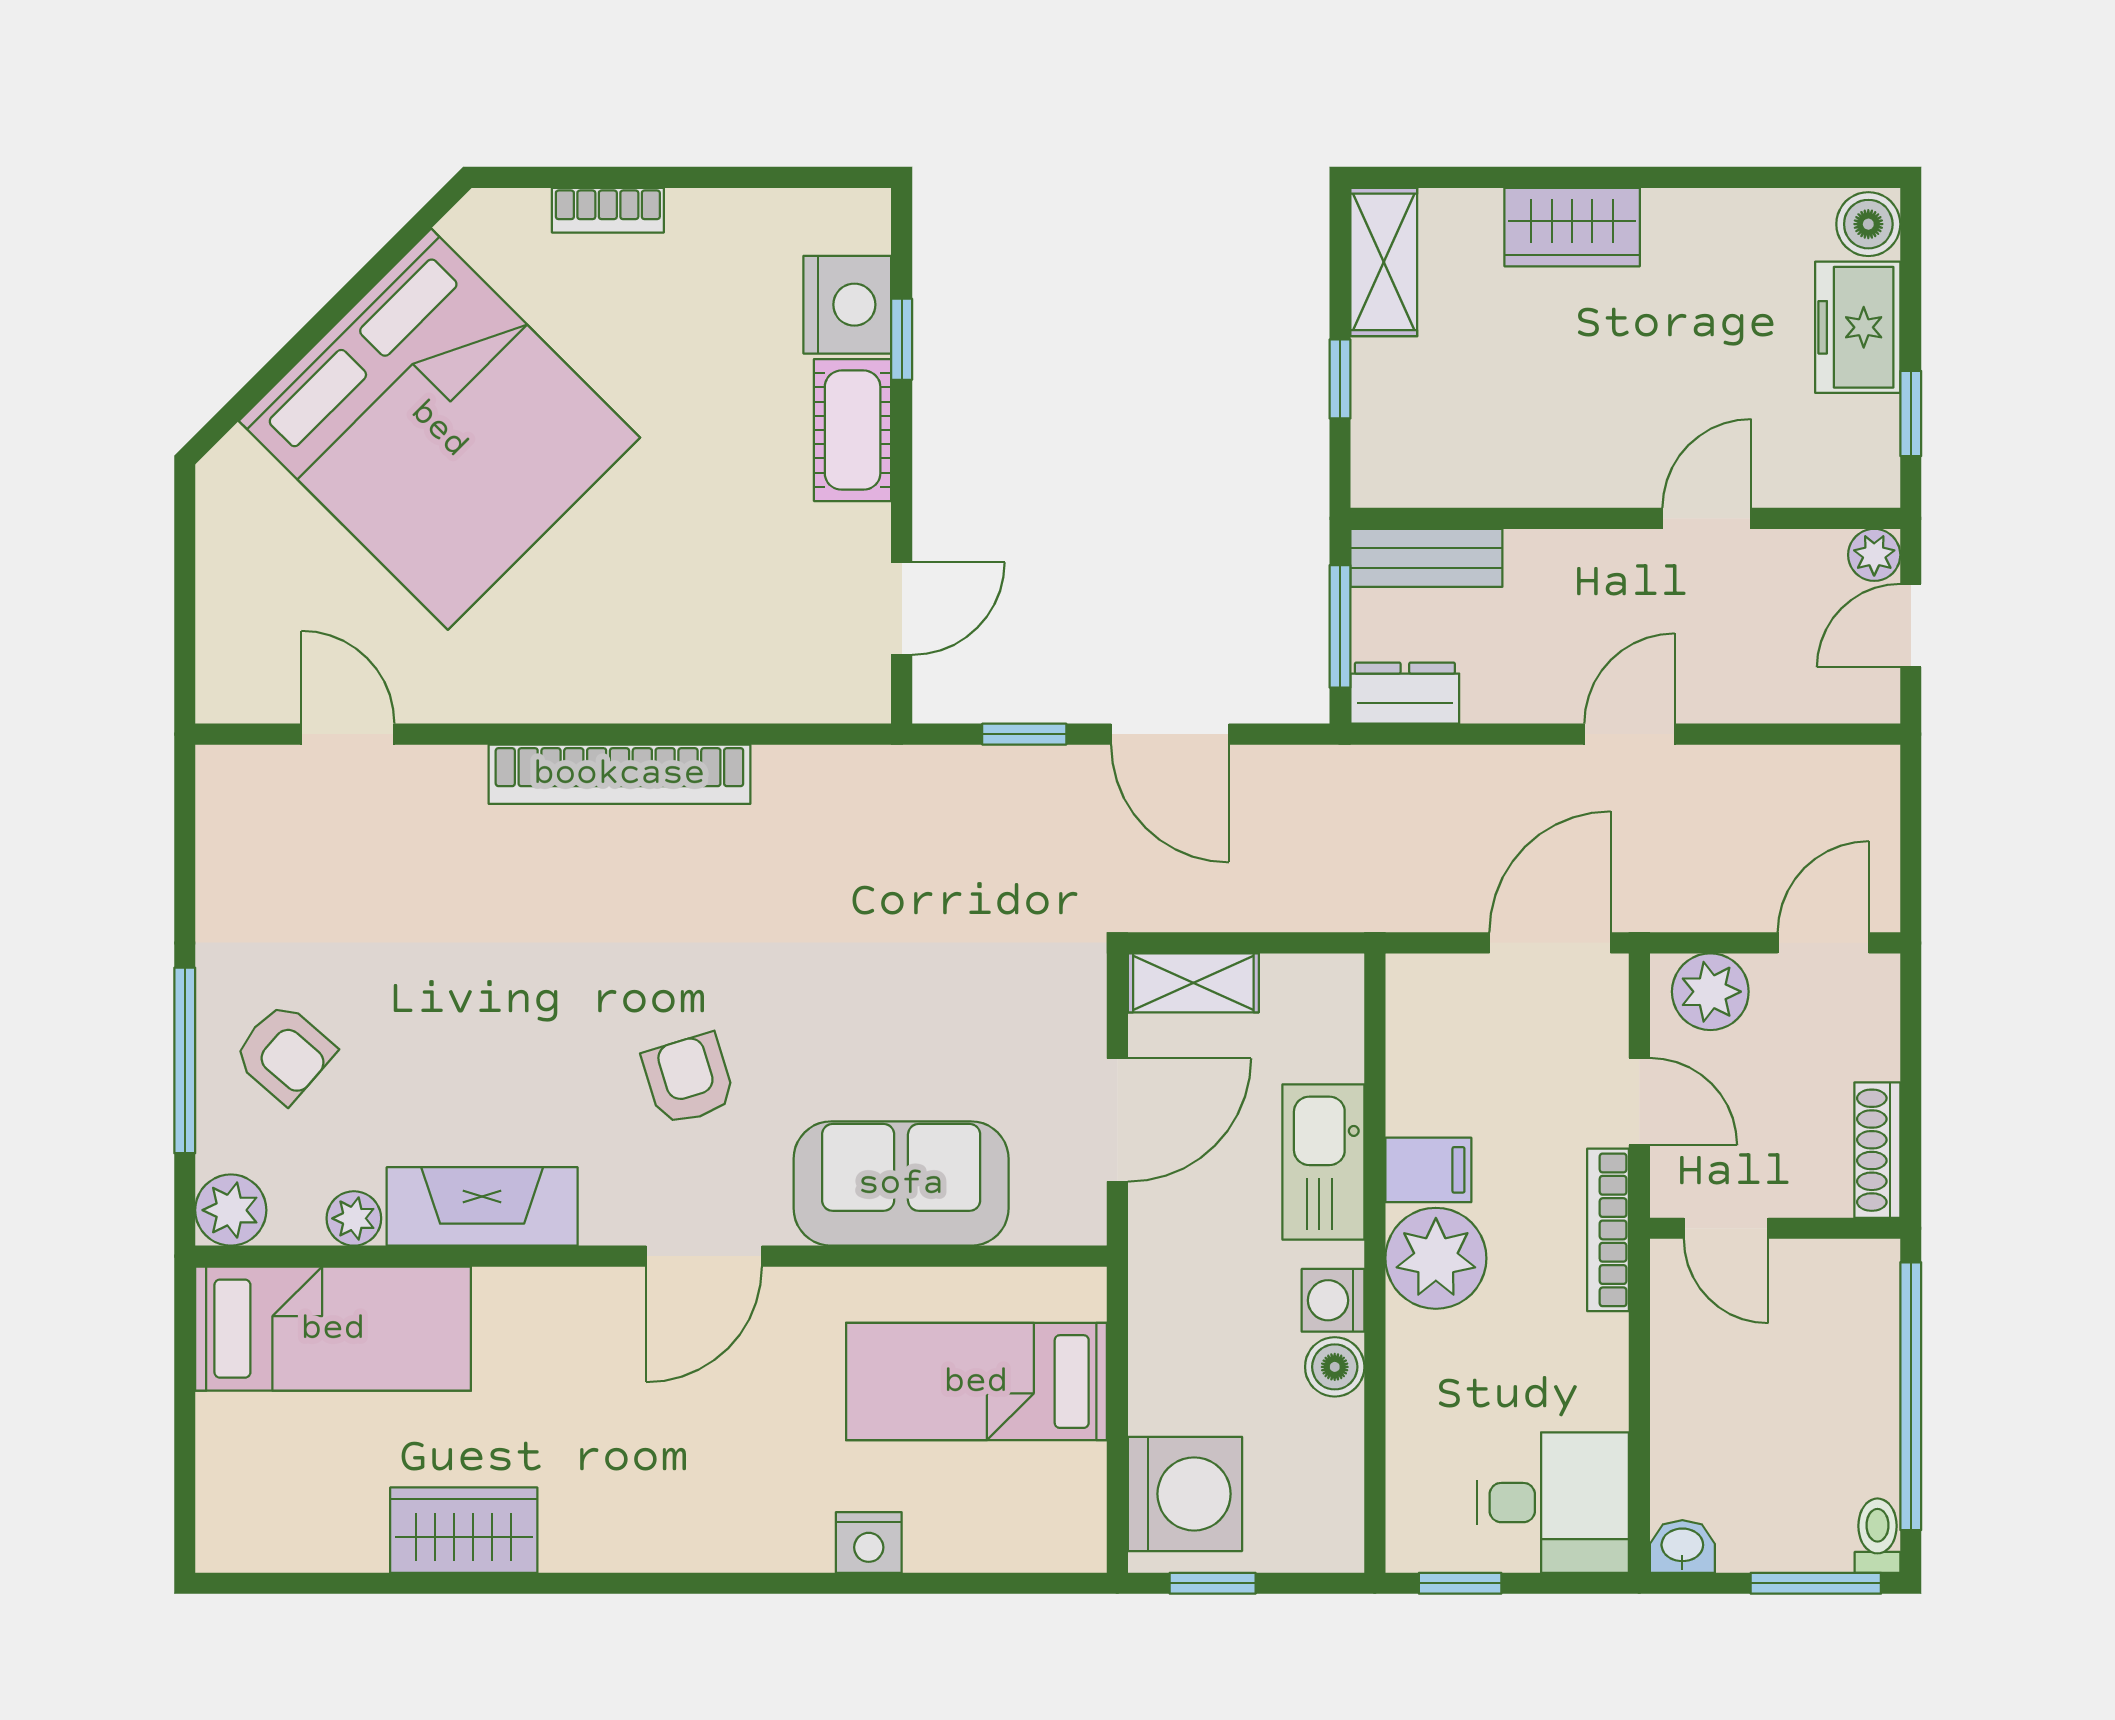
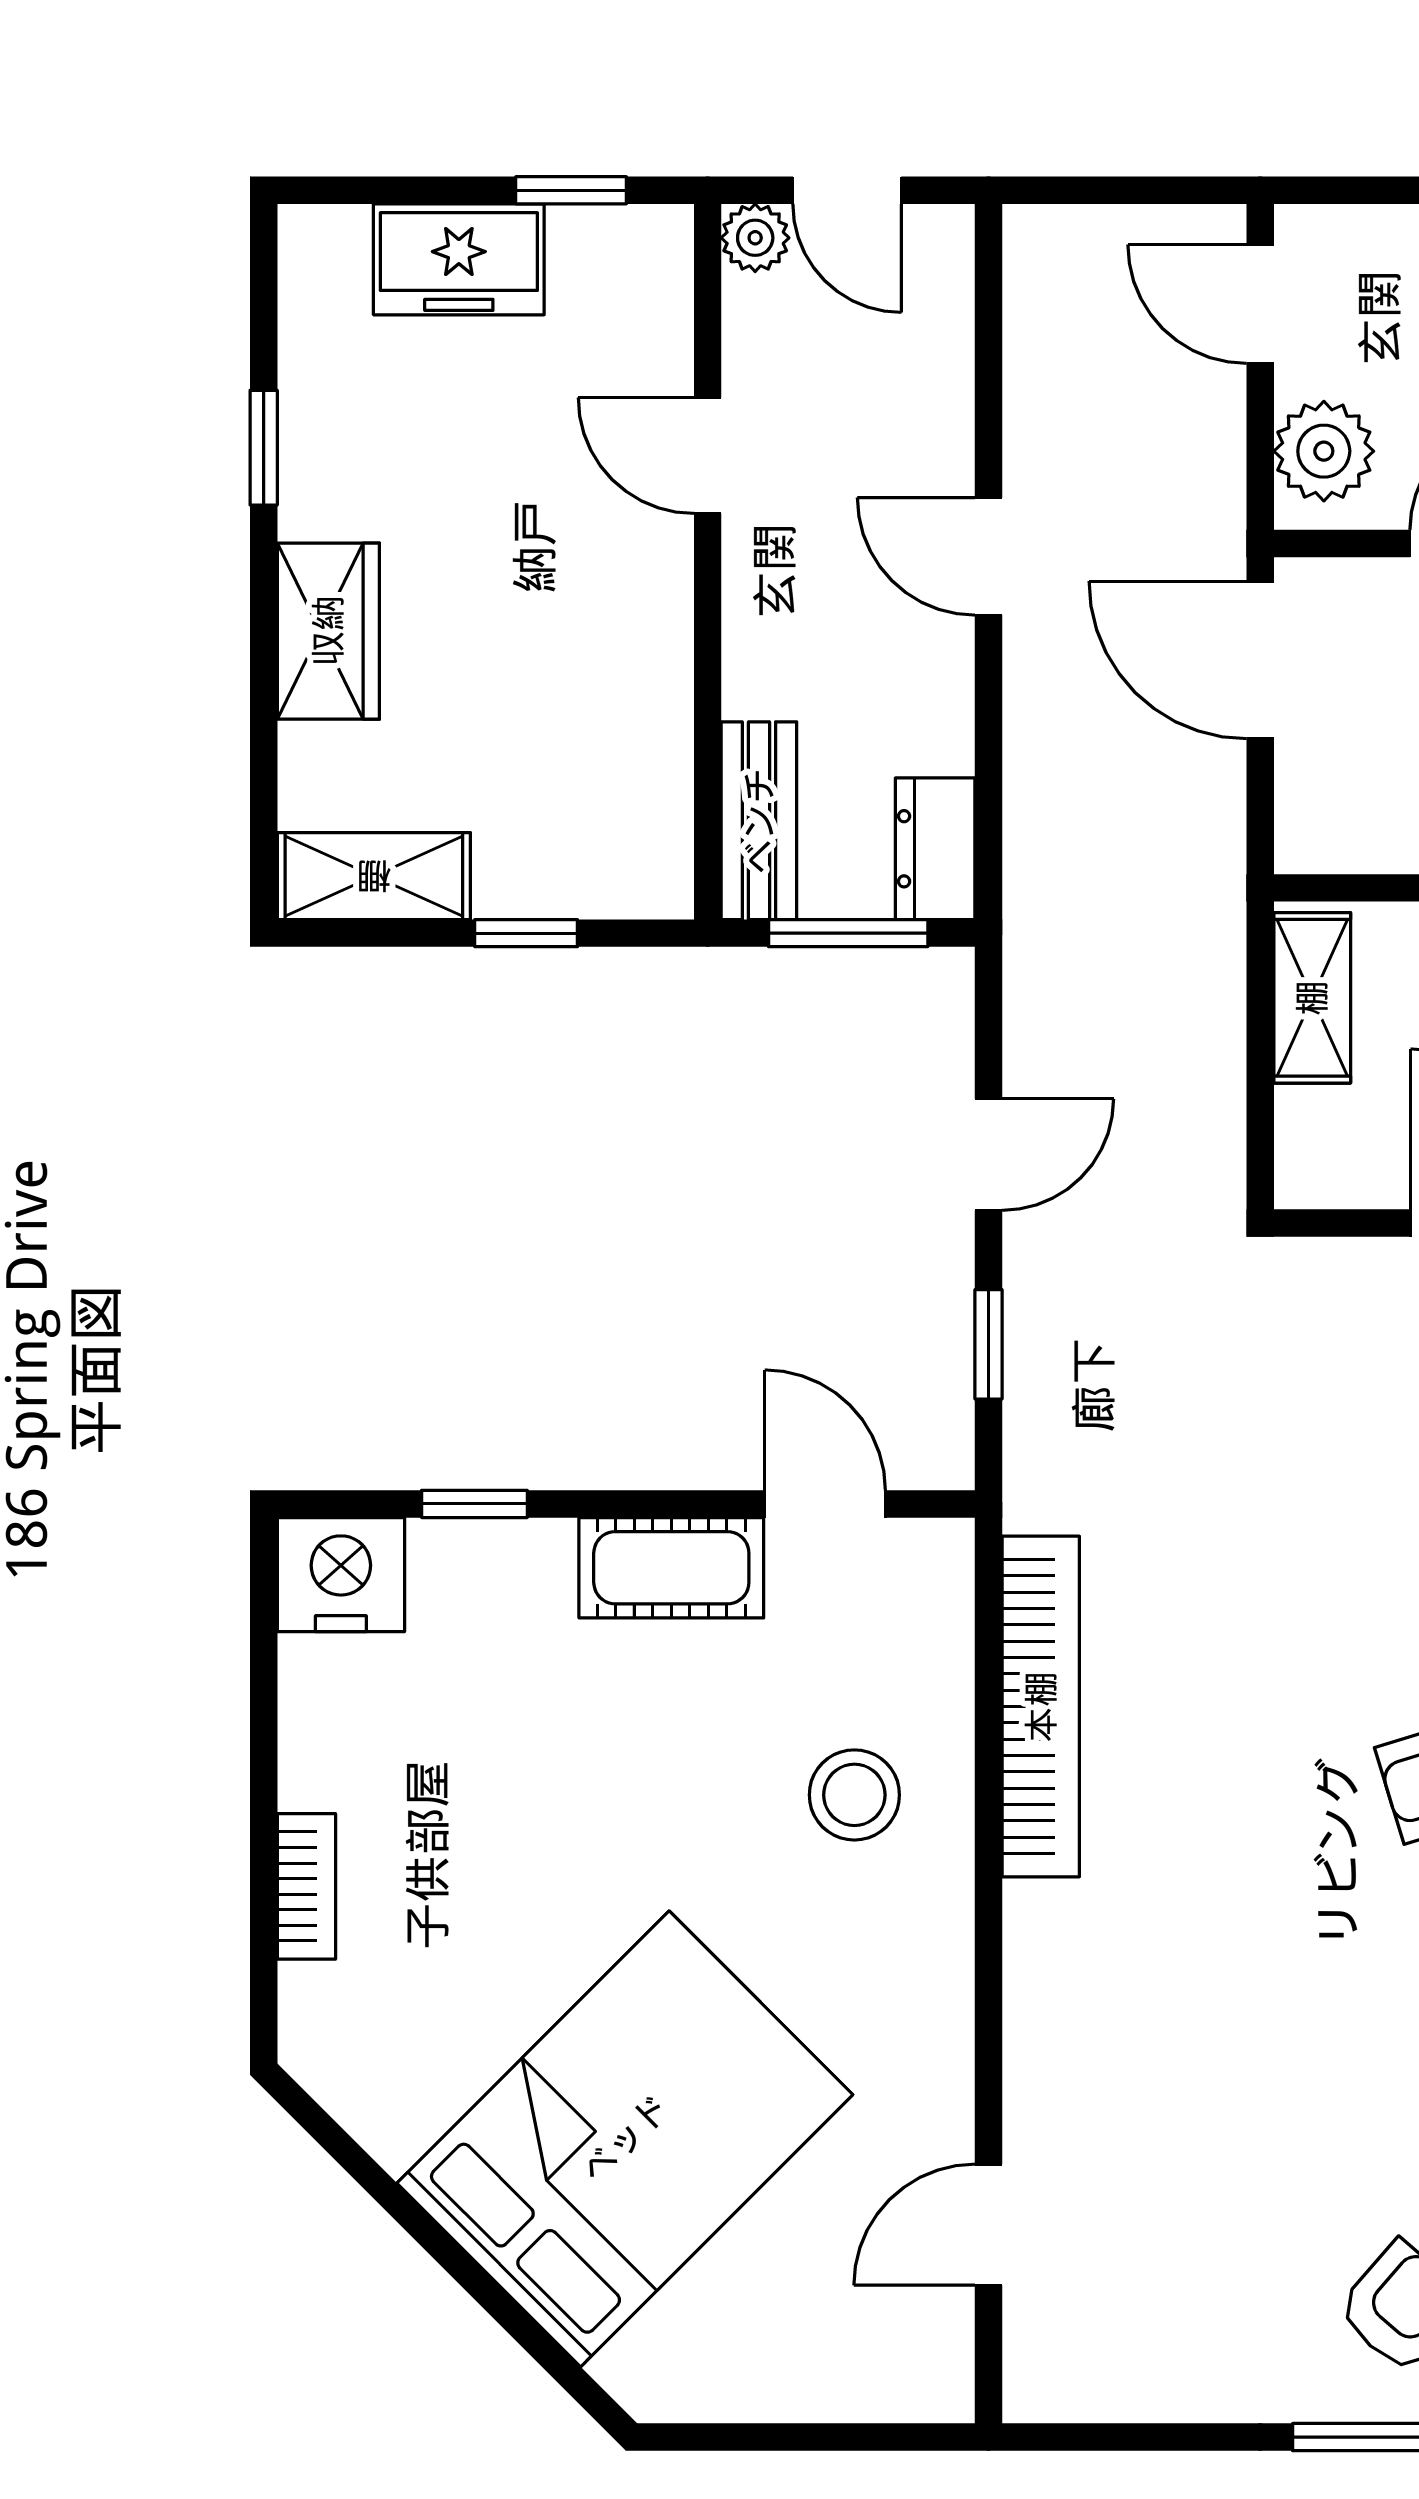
window: (1713, 177) -> (264, 448), added
boiler: (1868, 224) -> (325, 245), removed
nightstand: (847, 305) -> (341, 1575), moved
bed: (439, 429) -> (625, 2139), width x0.73
cot: (853, 430) -> (671, 1568), moved
stool: (678, 631) -> (854, 1795), added
door: (1170, 734) -> (988, 1155), width x0.73
bookcase: (619, 774) -> (1041, 1707), moved
shelving: (1193, 983) -> (1312, 998), moved

